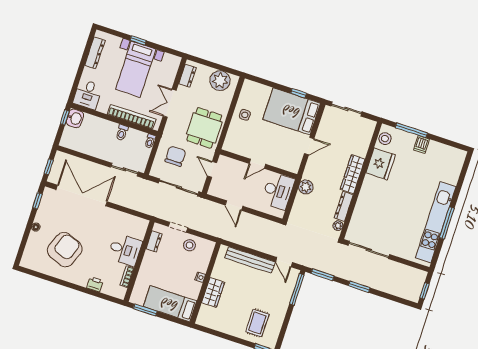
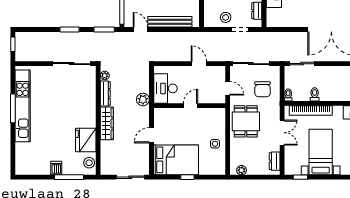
window: (138, 40) -> (300, 177), moved
plant: (220, 81) -> (242, 170), width x0.53, depth x0.53
window: (299, 93) -> (187, 177), moved

